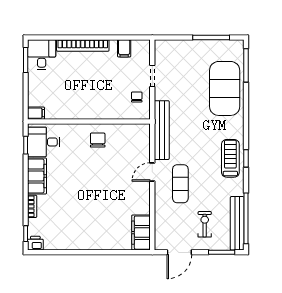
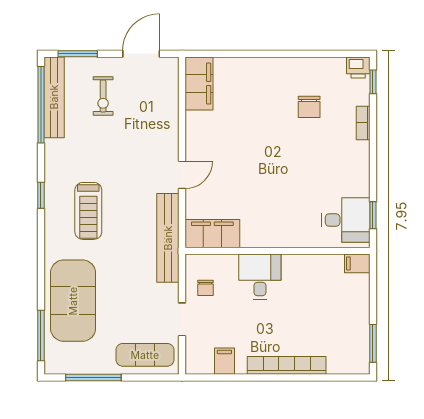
desk: (42, 55) -> (260, 277), moved, turned 180
chair: (98, 140) -> (309, 107), moved
treadmill: (230, 158) -> (88, 211), moved
filing cabinet: (37, 176) -> (212, 234), moved, turned 90
exercise mat: (180, 184) -> (145, 355), moved, turned 90

